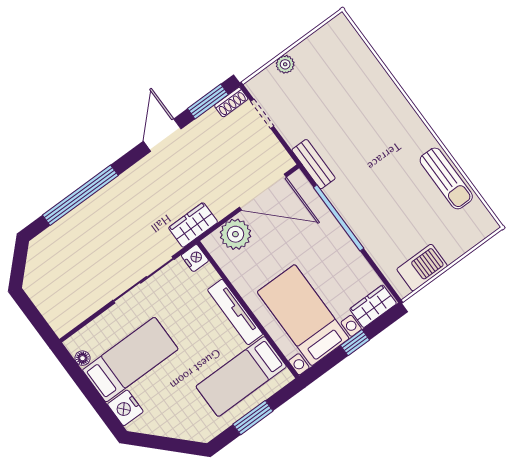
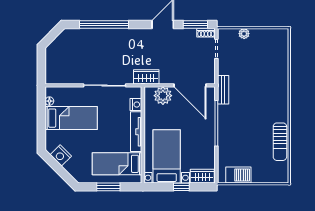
nightstand: (195, 258) -> (136, 105), moved
nightstand: (125, 408) -> (61, 155), moved, turned -45

